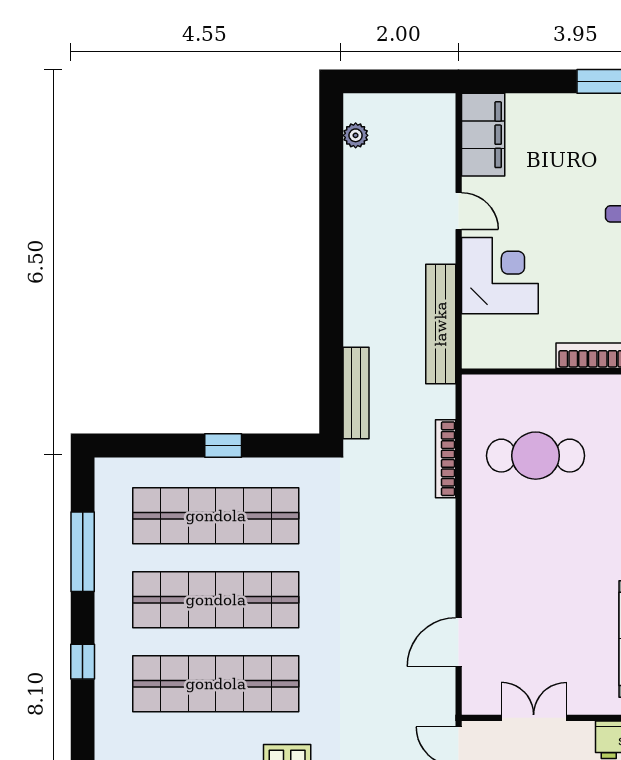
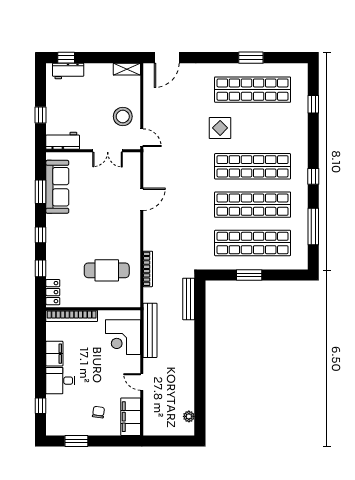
chair: (554, 145) -> (98, 412), added
corner desk: (500, 276) -> (123, 337), moved
window: (223, 446) -> (249, 275), width x1.50
door: (459, 642) -> (142, 199), moved

